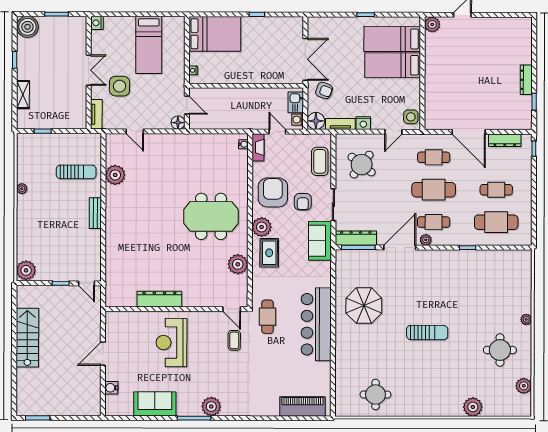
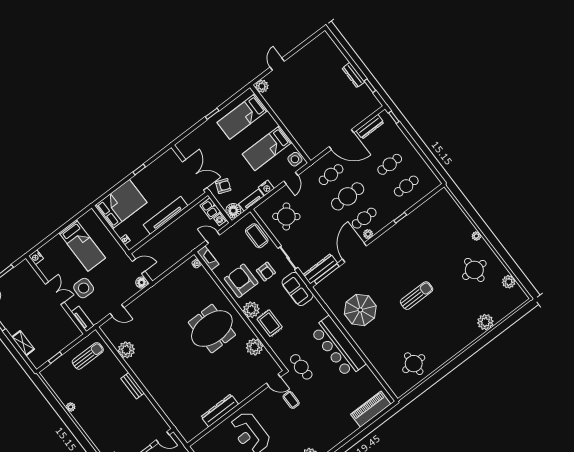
bed: (393, 65) -> (267, 148), moved
tv unit: (249, 77) -> (166, 215), added
sun lounger: (76, 172) -> (88, 356), moved
cafe table: (496, 222) -> (406, 186), width x0.73, depth x0.74

